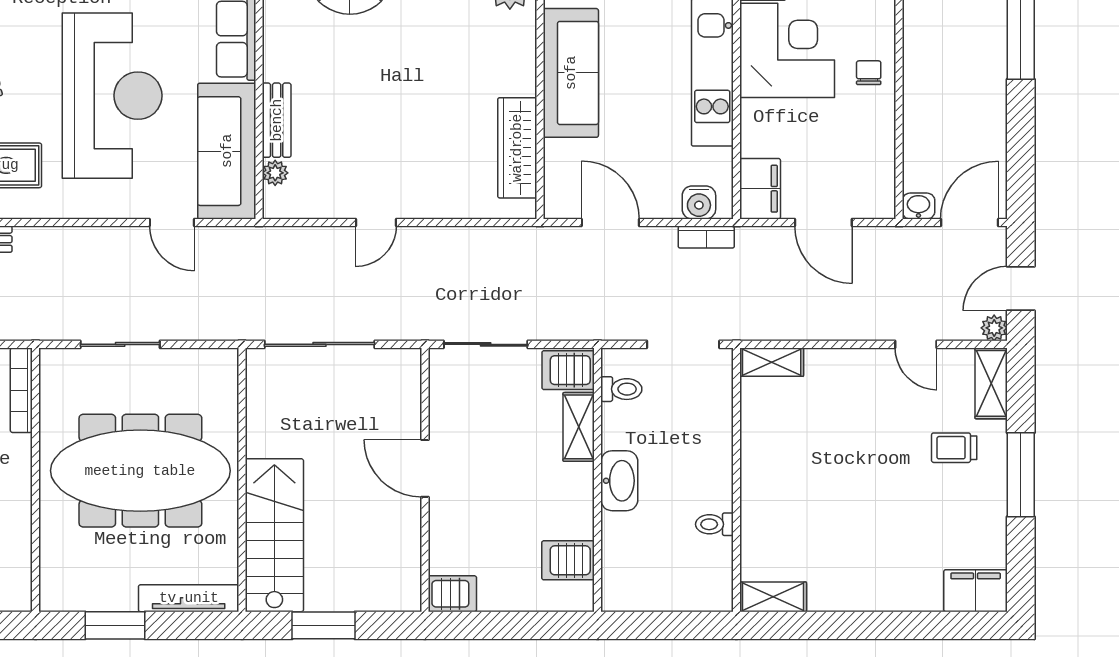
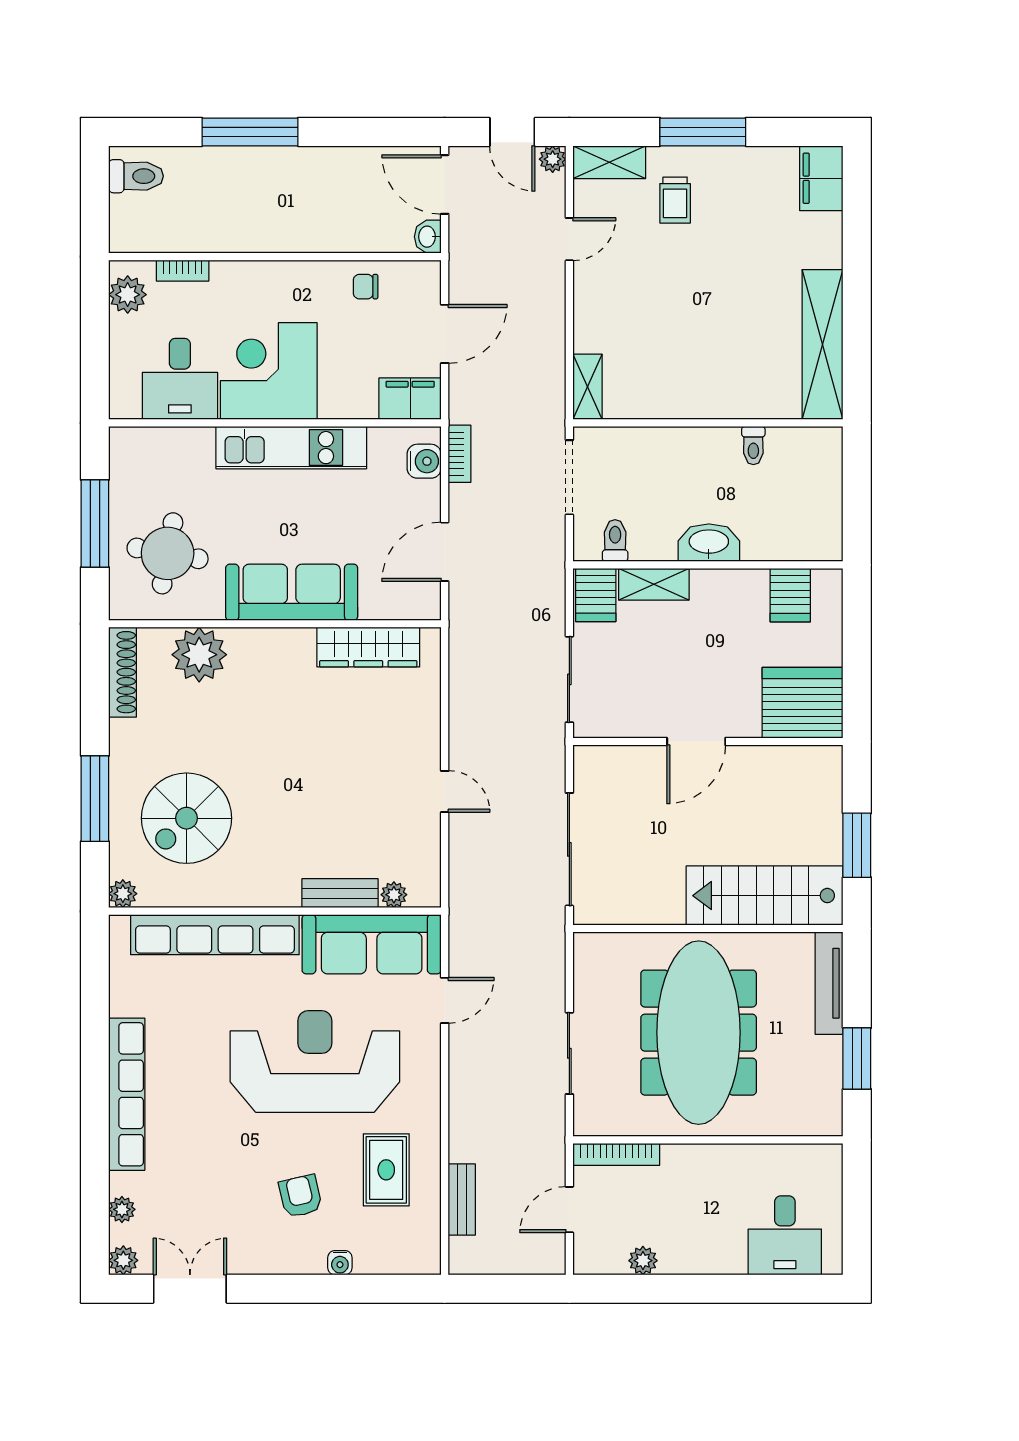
chair: (869, 73) -> (366, 287), moved
server rack: (452, 594) -> (803, 703), width x2.18, depth x1.44
shelving: (773, 597) -> (823, 345), width x2.20, depth x1.33

